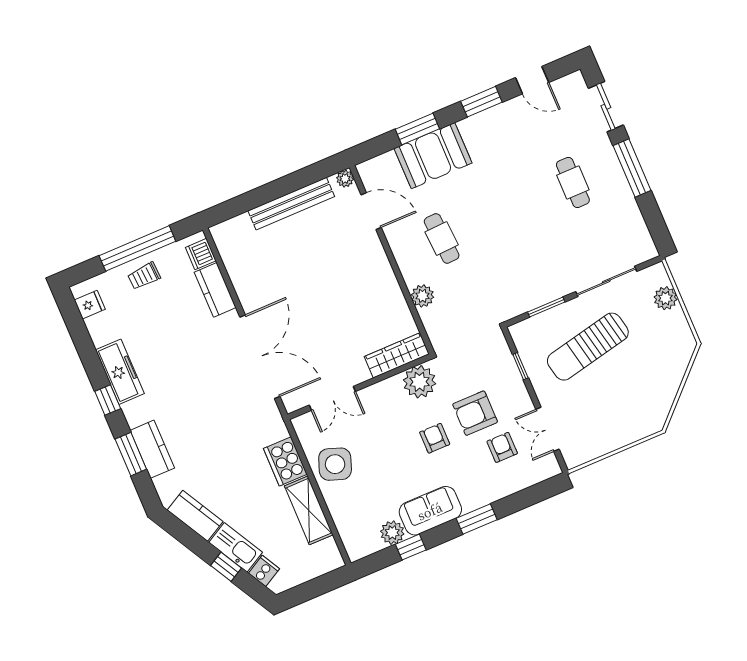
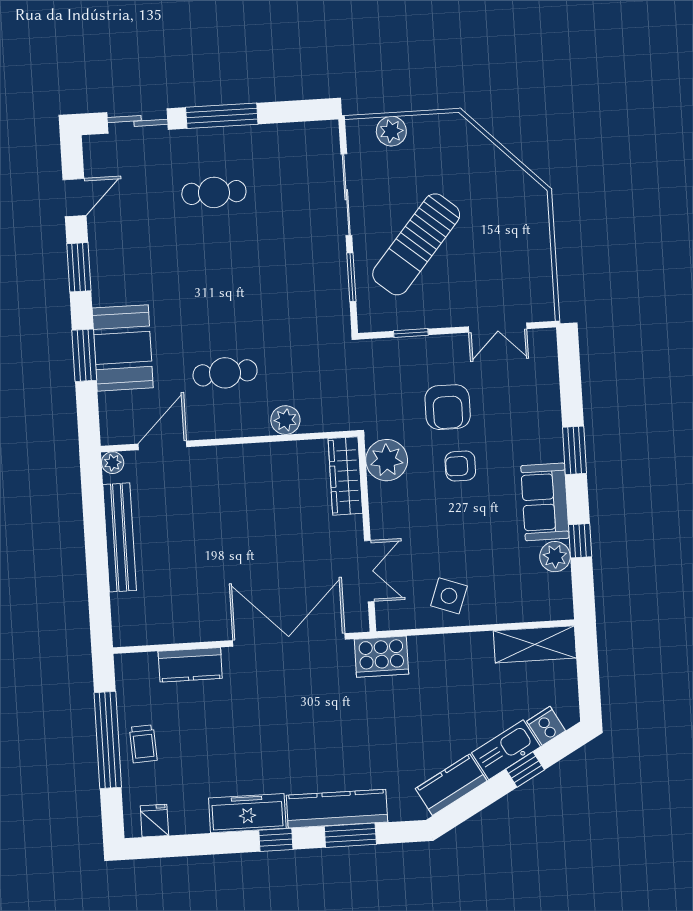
dishwasher: (201, 254) -> (141, 667), removed
sun lounger: (588, 347) -> (416, 244), turned 52
armchair: (502, 447) -> (500, 389), removed
kitchen counter: (152, 449) -> (337, 809), width x1.50
cooker: (285, 461) -> (381, 657), moved
side table: (335, 464) -> (449, 596), width x0.73, depth x0.73
shelving: (309, 510) -> (535, 644), moved

